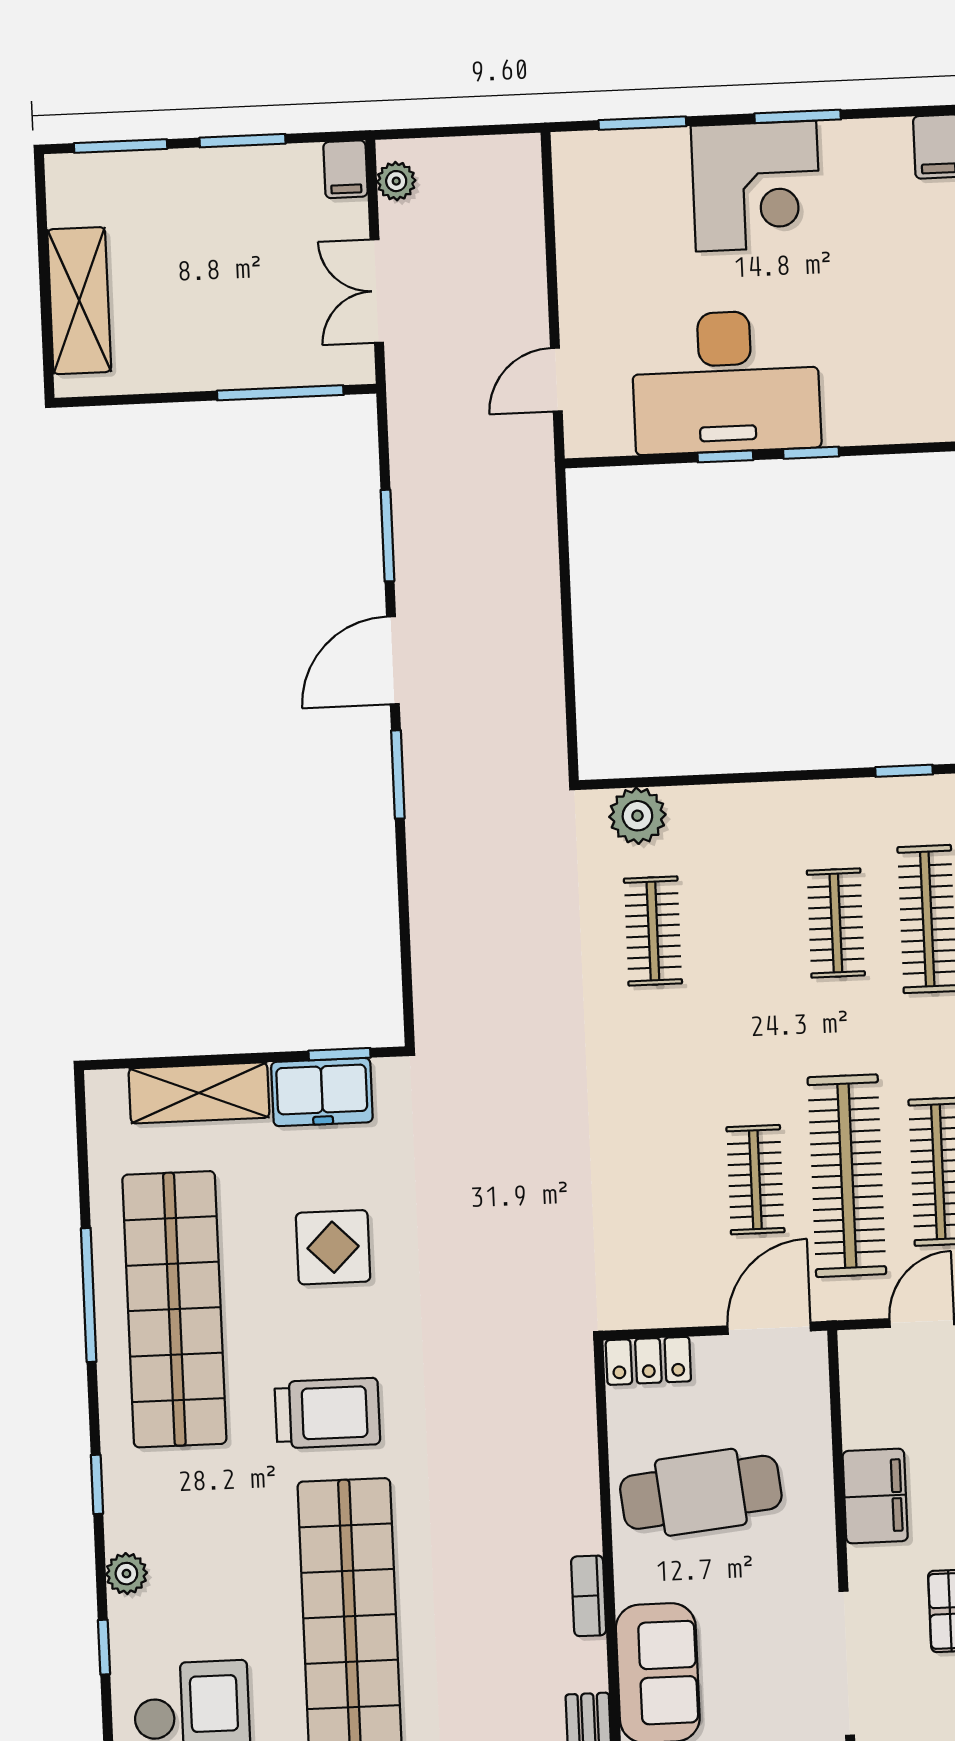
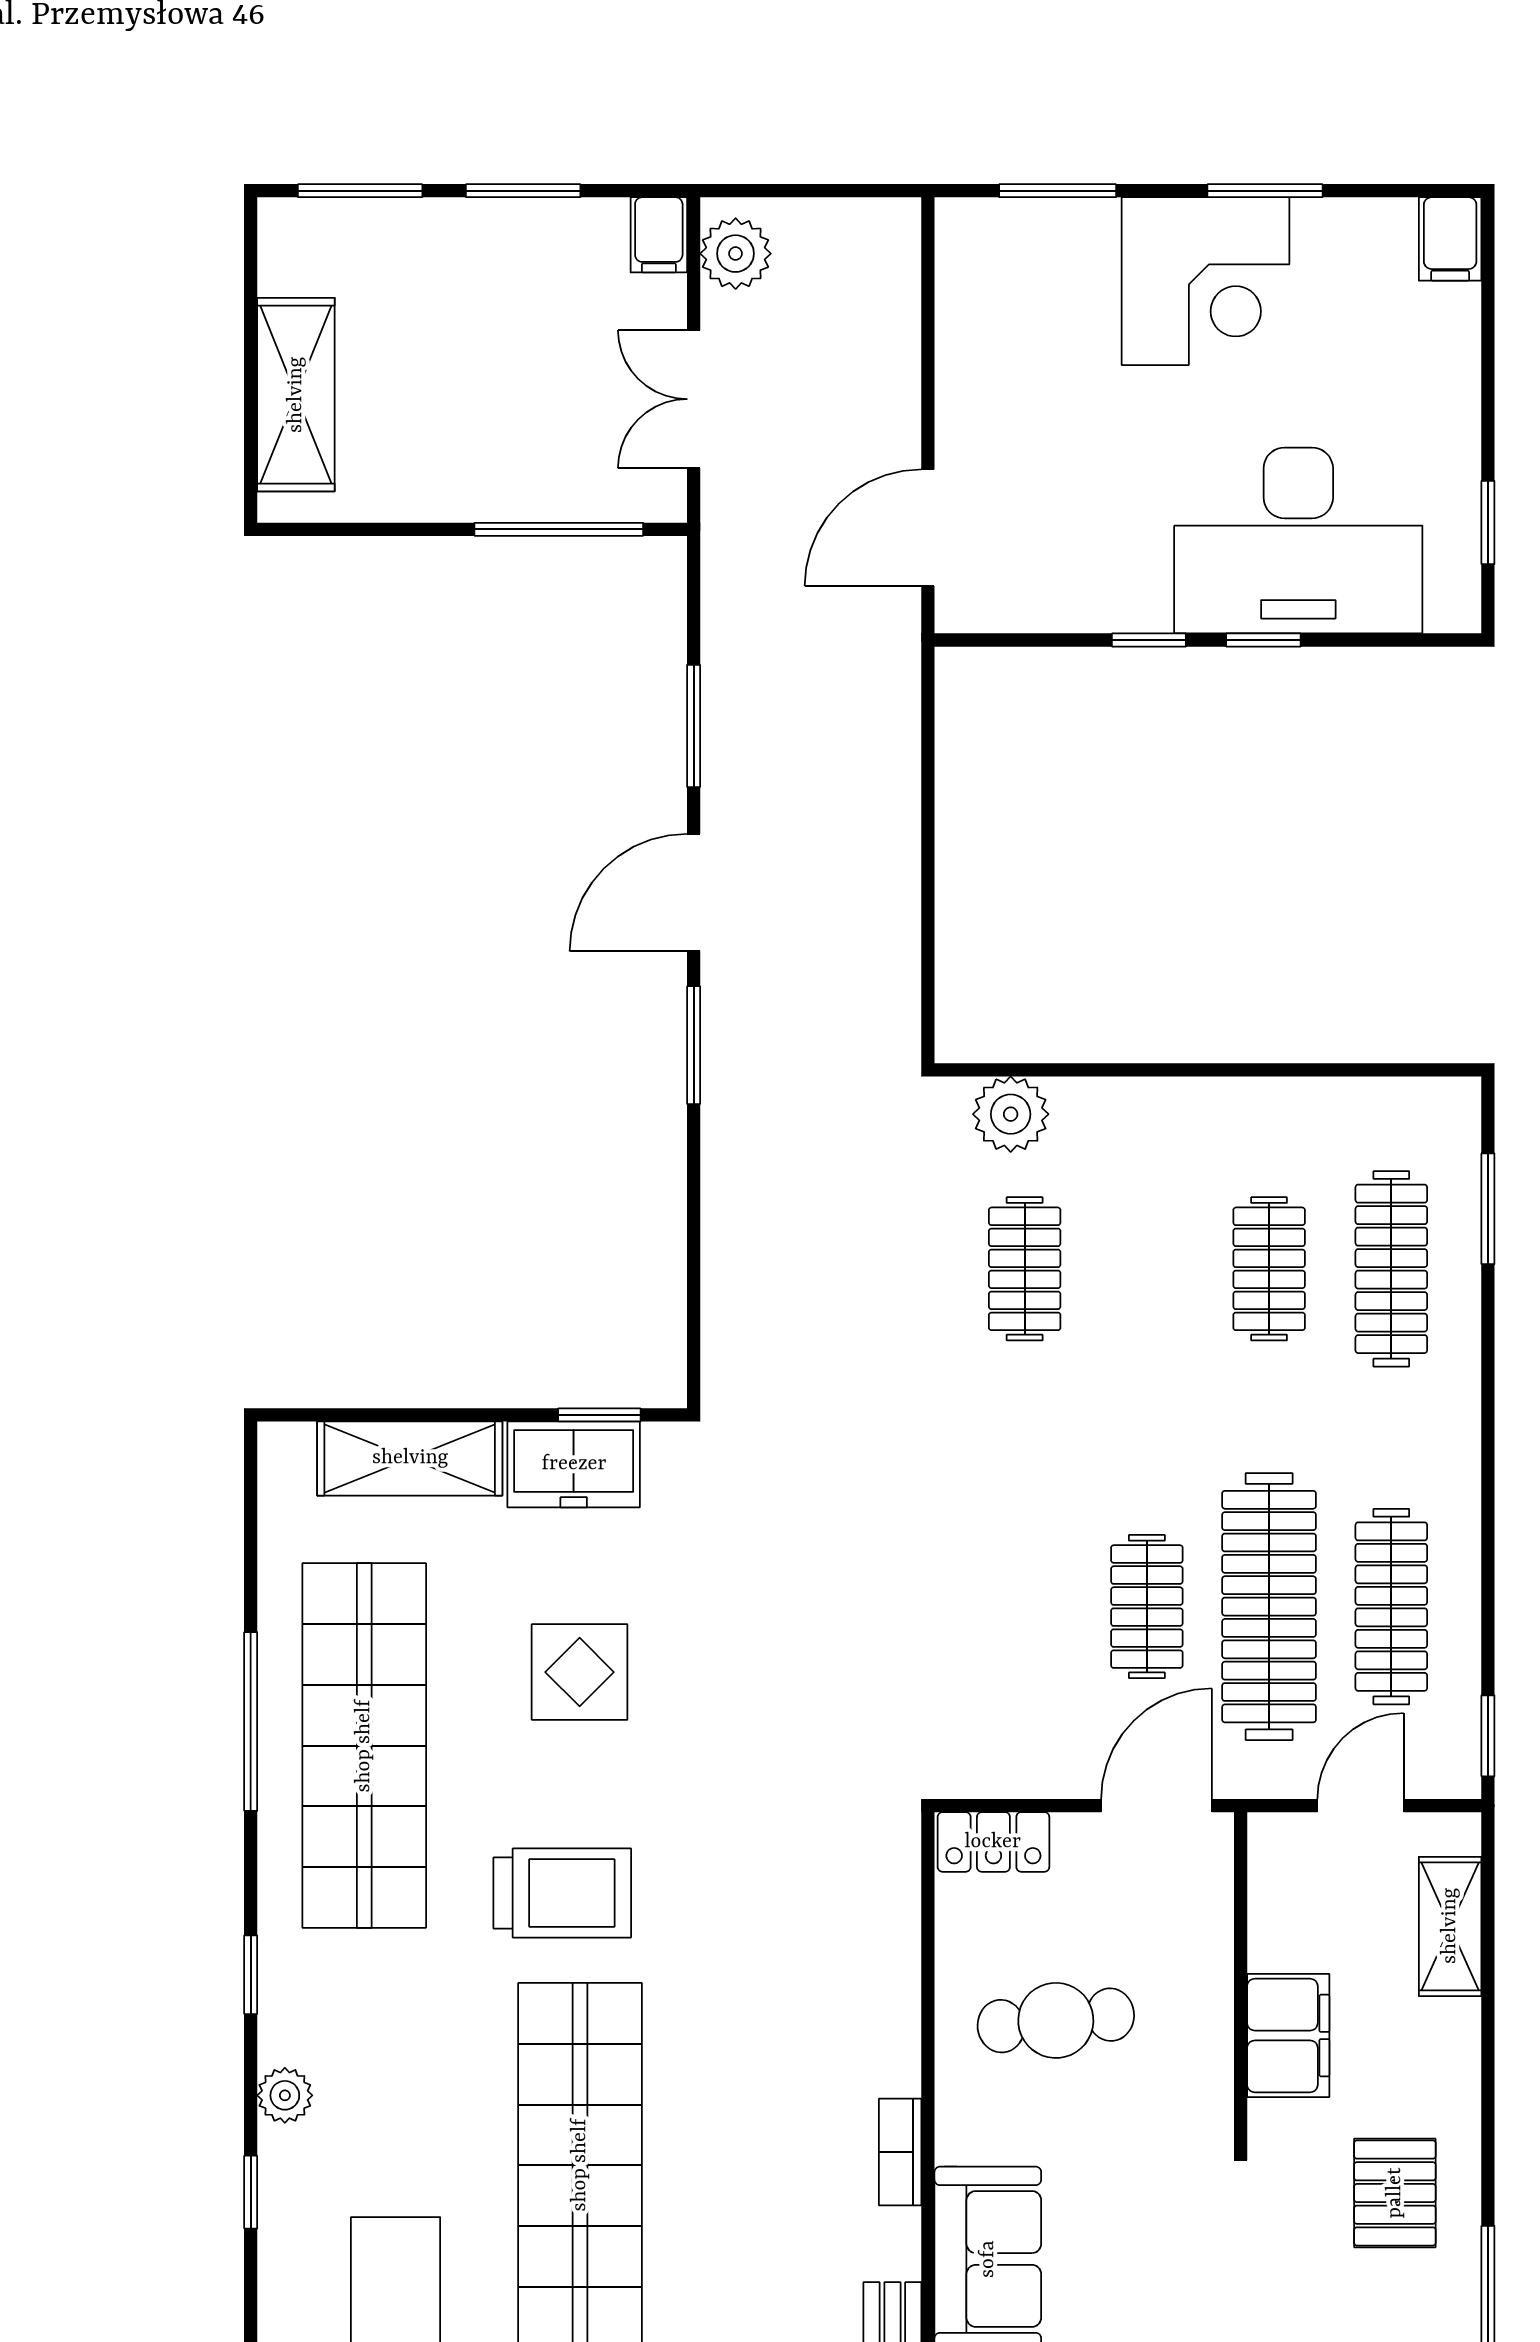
plant: (396, 181) -> (736, 254), width x1.38, depth x1.38
door: (556, 380) -> (928, 528), width x1.37
desk: (726, 382) -> (1298, 541), moved
window: (904, 771) -> (1369, 1070), removed
cafe table: (701, 1492) -> (1056, 2020), width x0.73, depth x0.74

